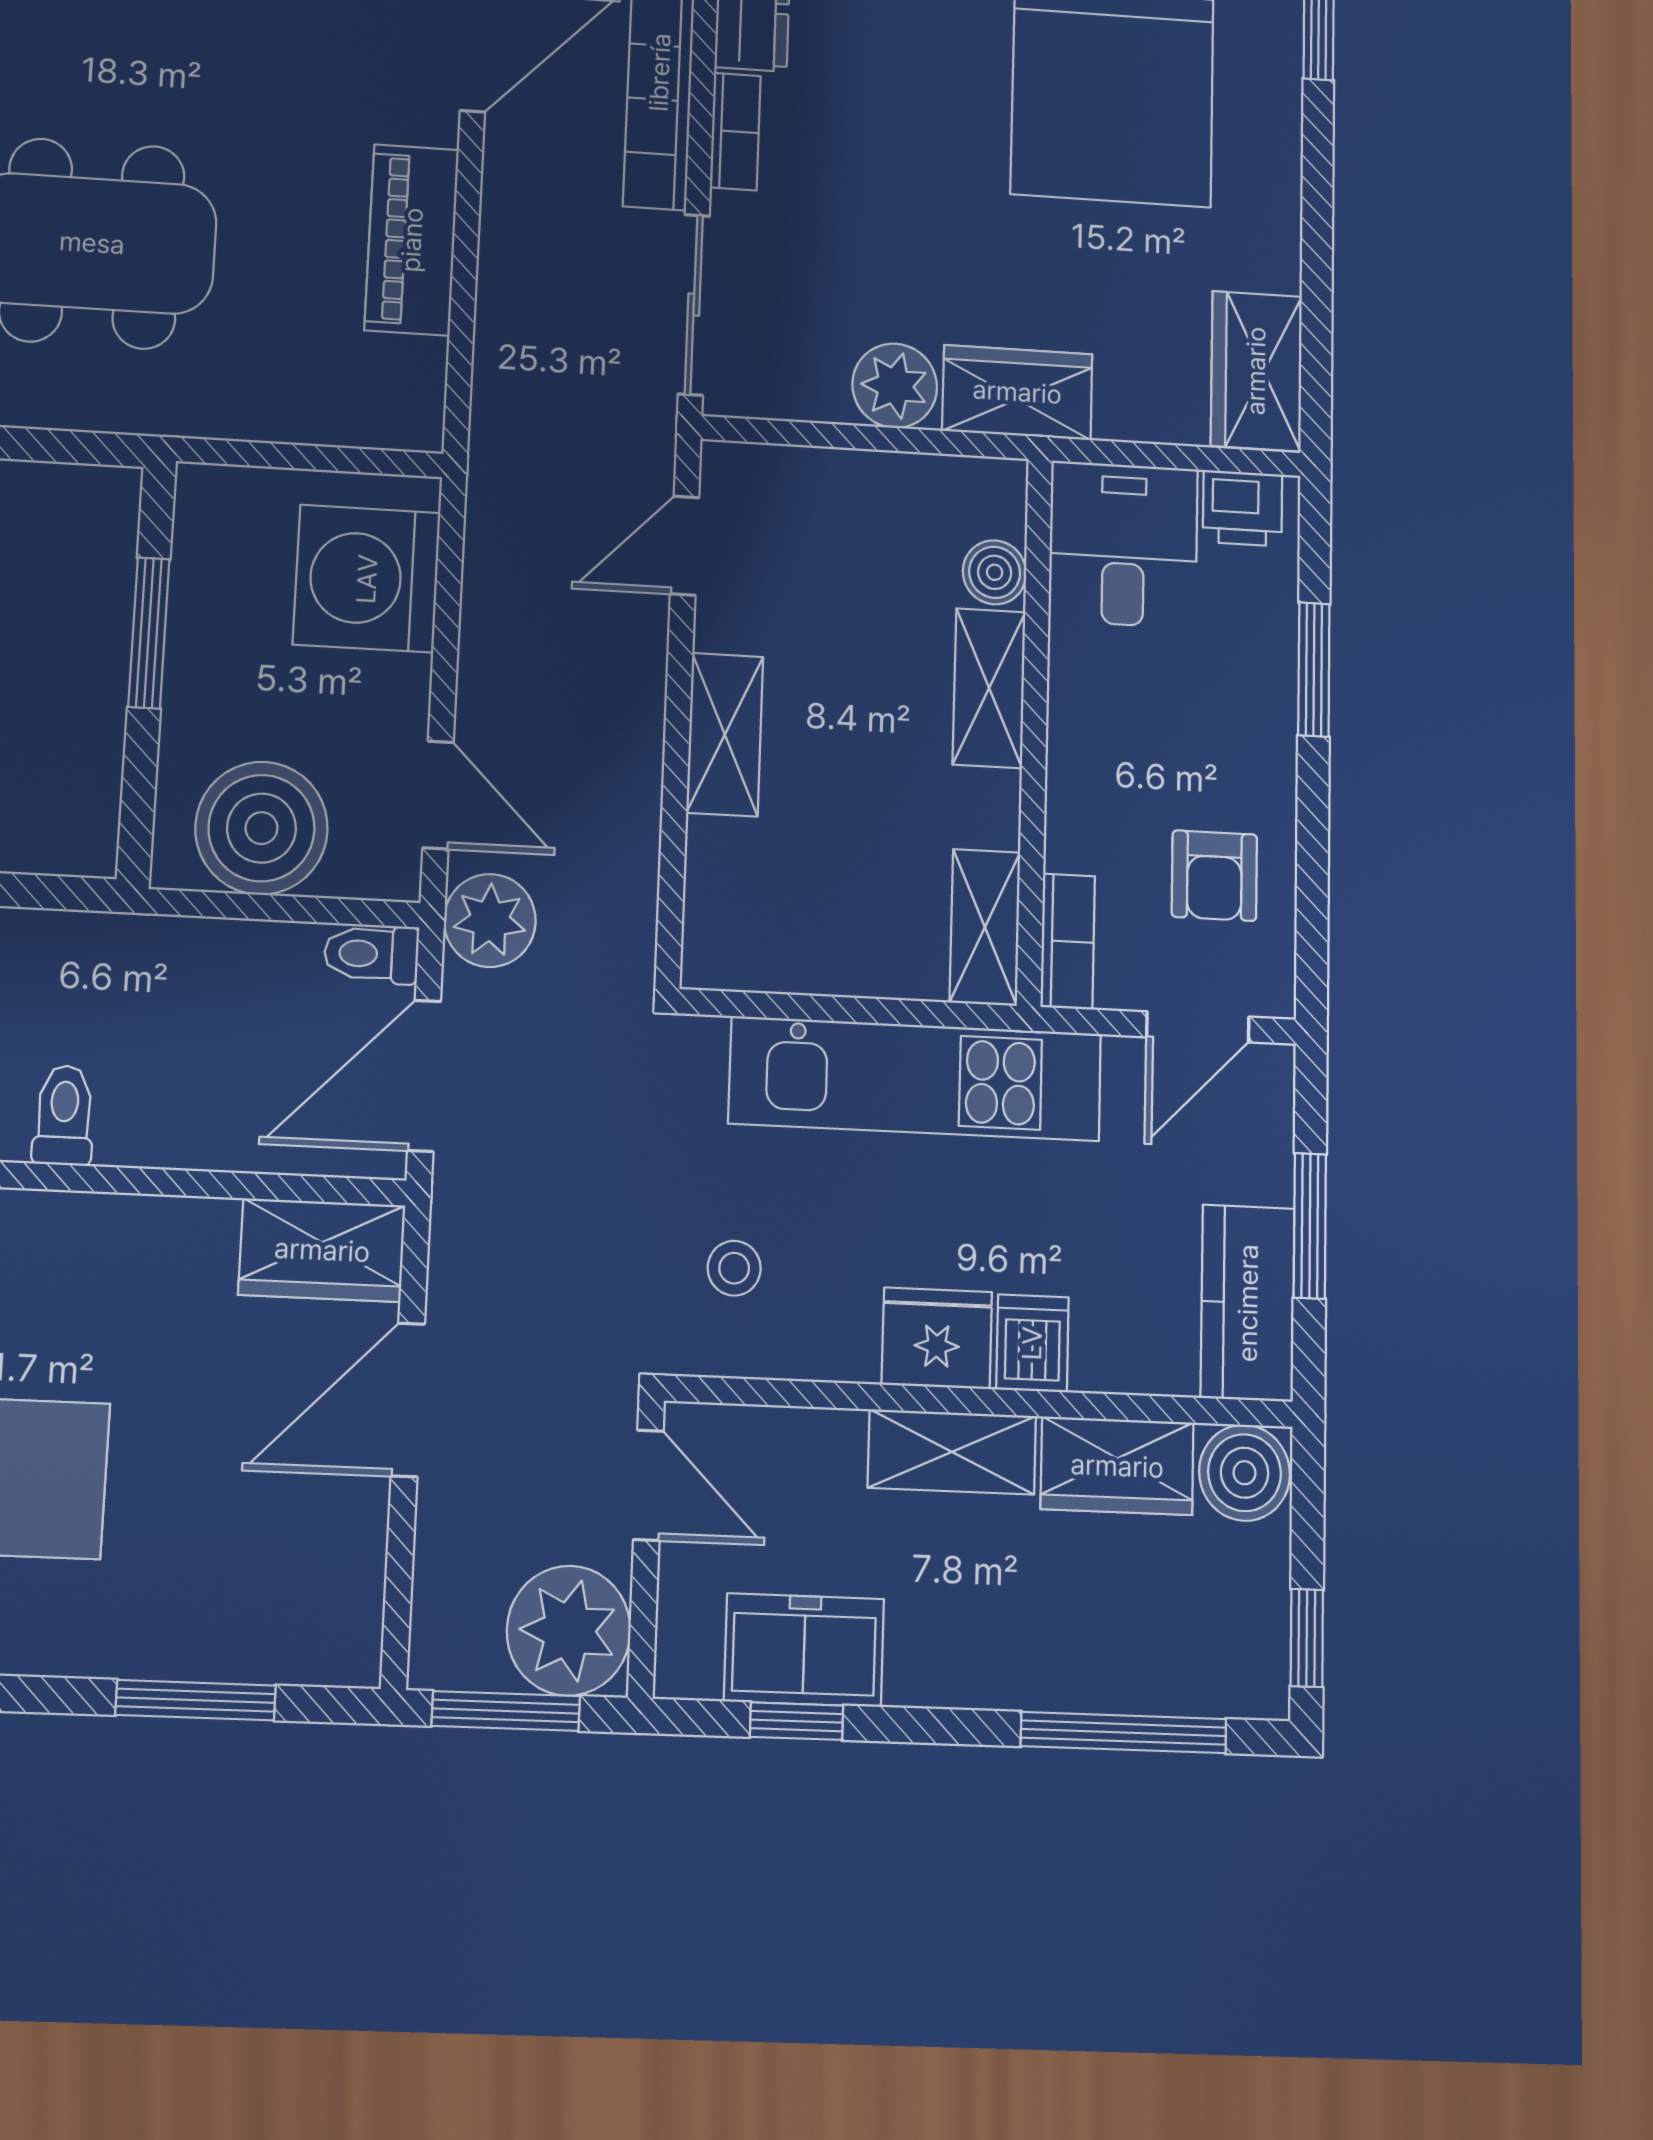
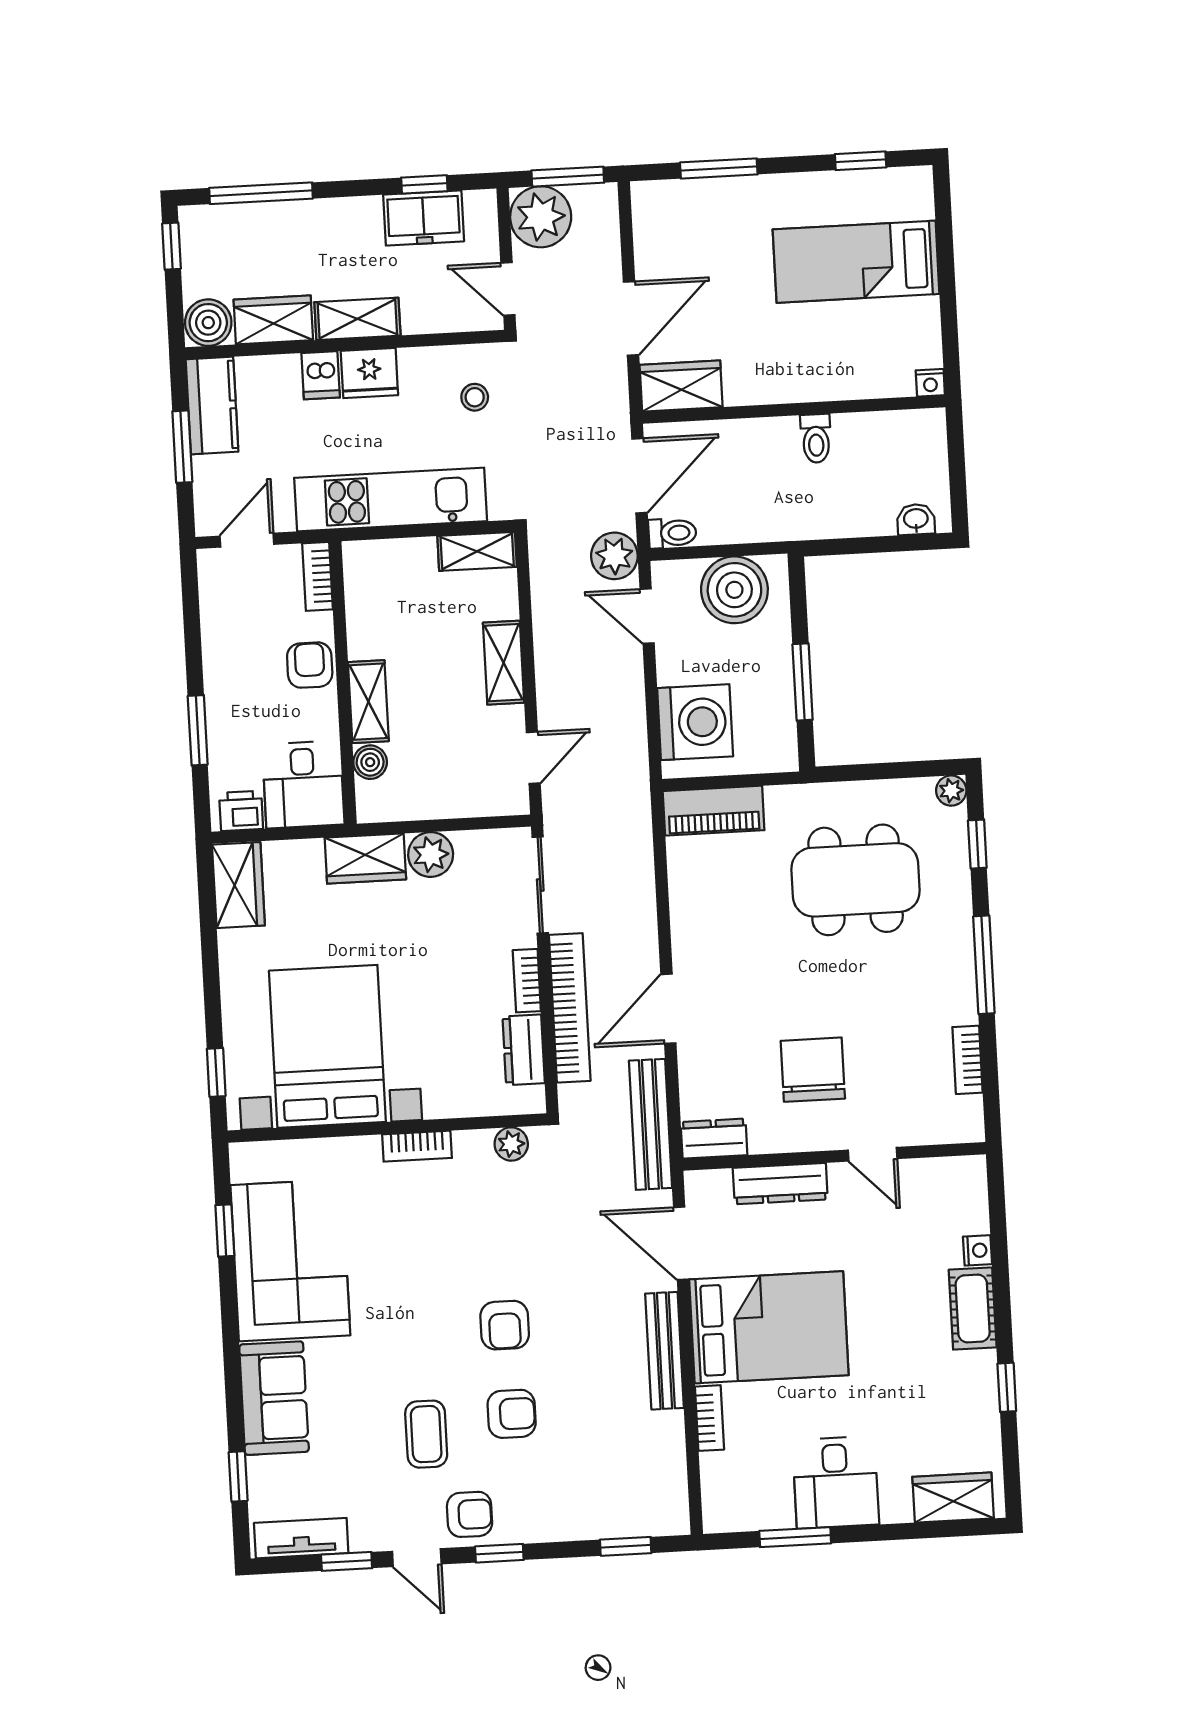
piano: (412, 240) -> (714, 811), moved, turned 90
armchair: (1214, 876) -> (310, 665), moved
shelving: (985, 927) -> (477, 551), moved, turned 90

